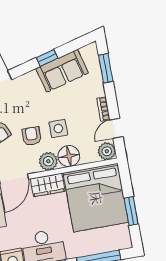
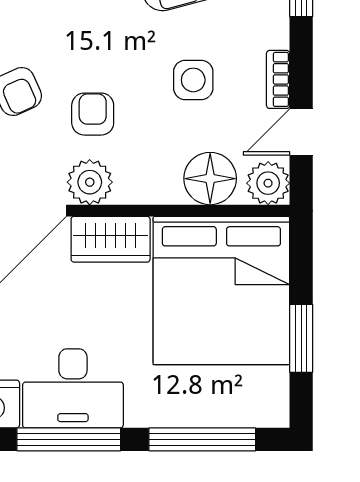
side table: (58, 128) -> (193, 80), moved
floor lamp: (69, 156) -> (210, 179), moved
plant: (48, 161) -> (90, 182), moved

